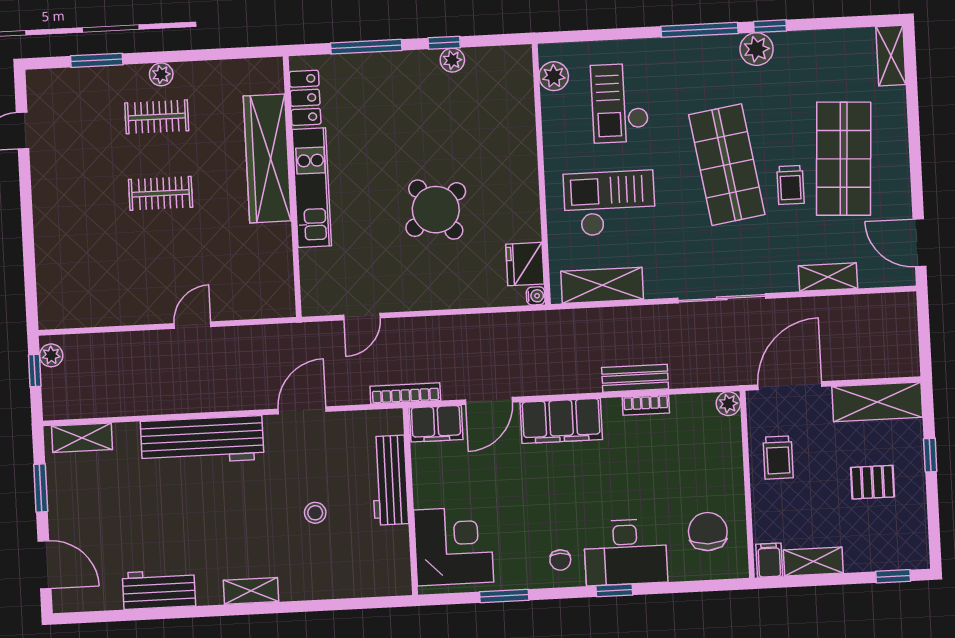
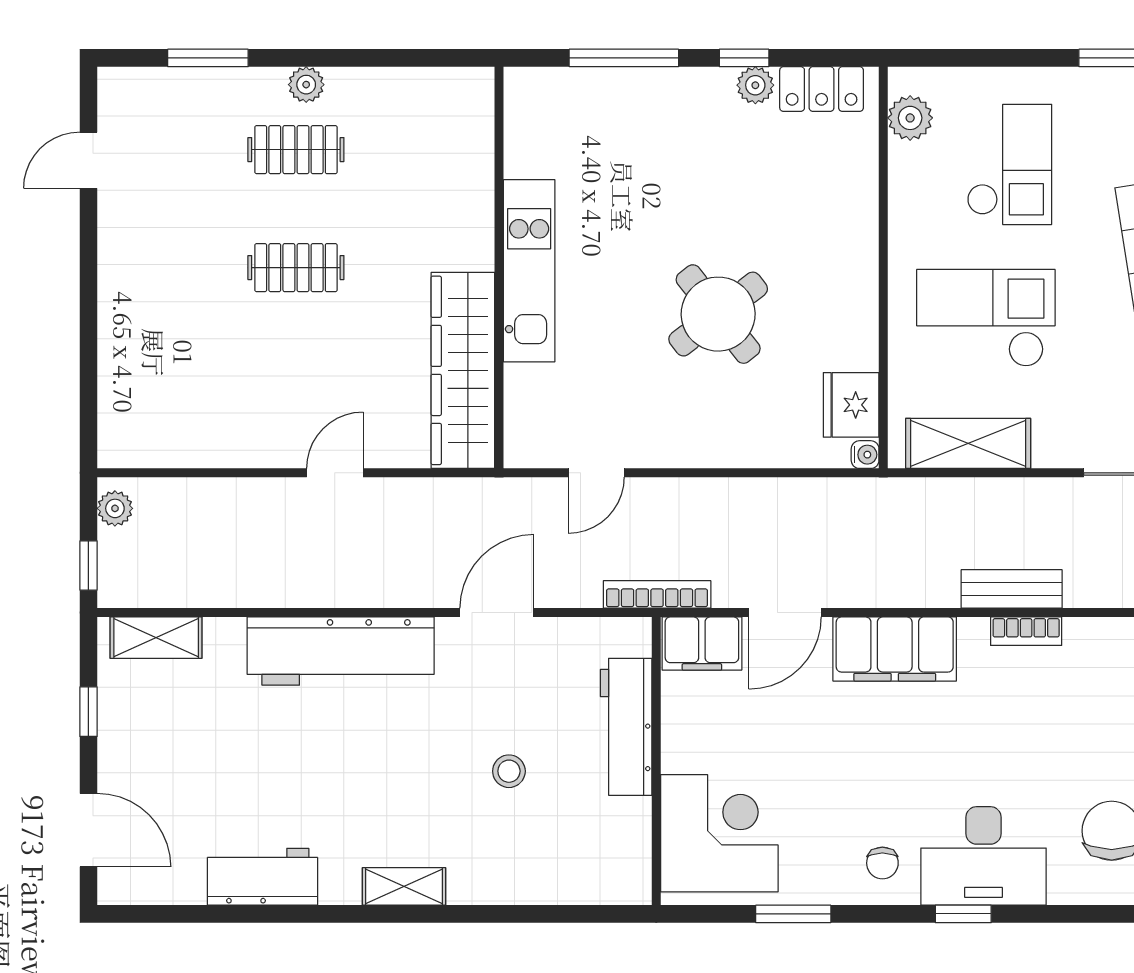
locker: (305, 98) -> (822, 89), moved, turned 90
checkout: (620, 103) -> (1009, 164), turned 180
wardrobe: (267, 158) -> (463, 370), moved
window: (35, 371) -> (88, 565), moved
window: (41, 488) -> (88, 712), width x0.67

